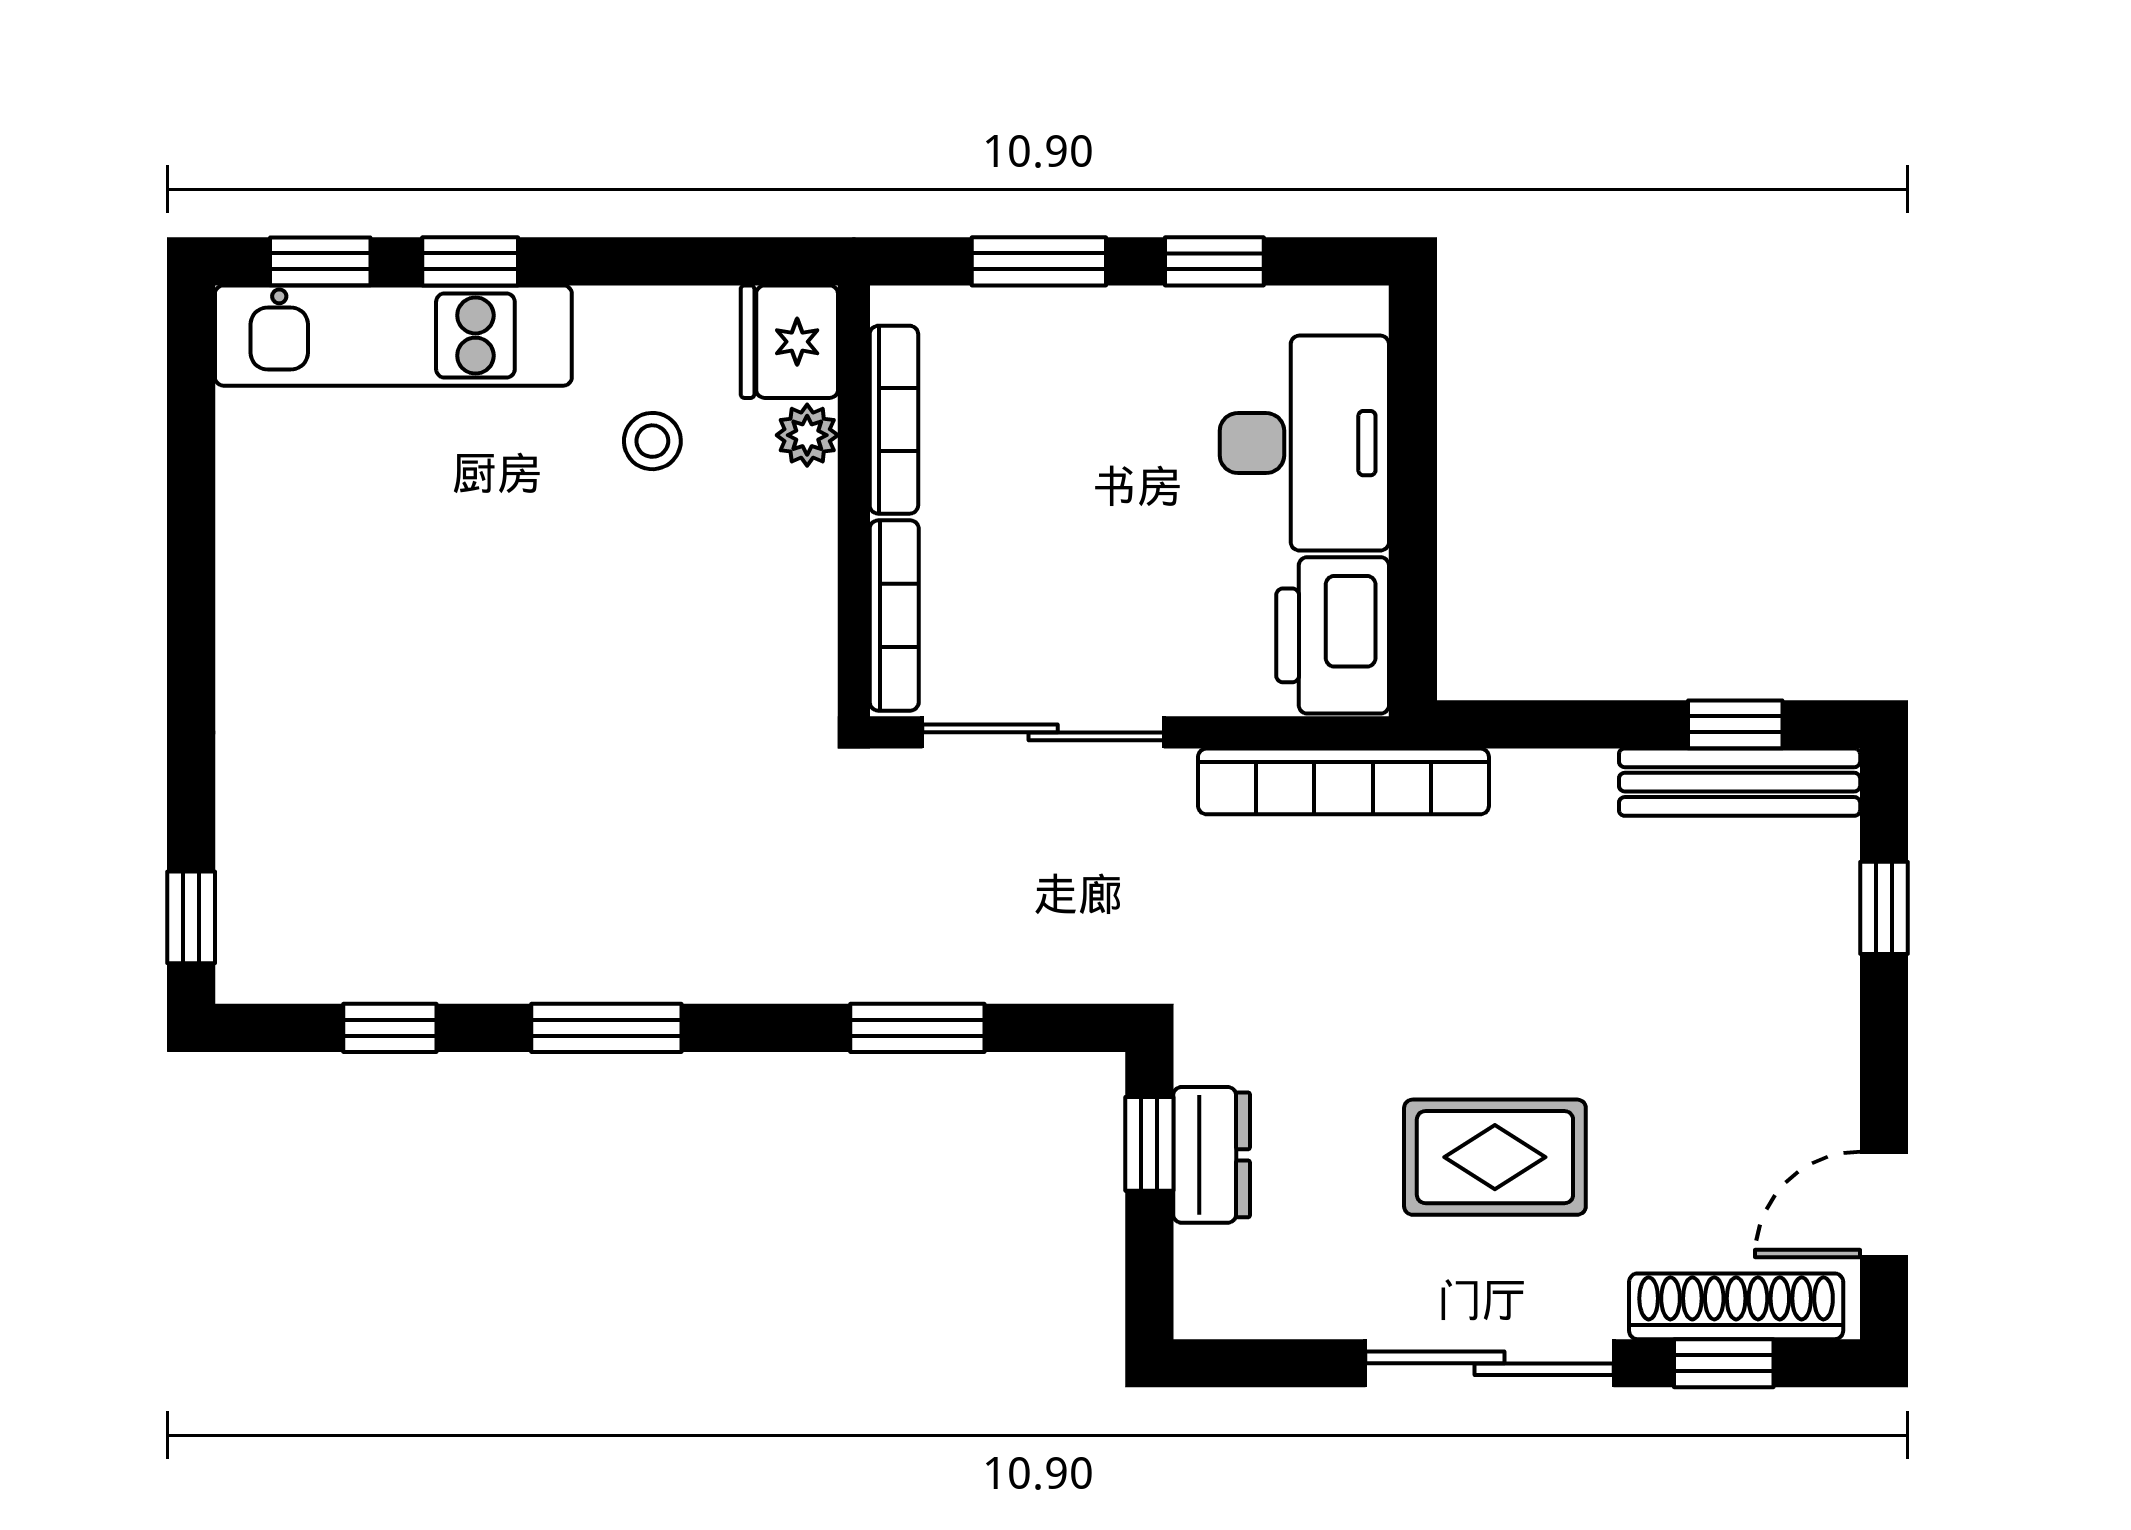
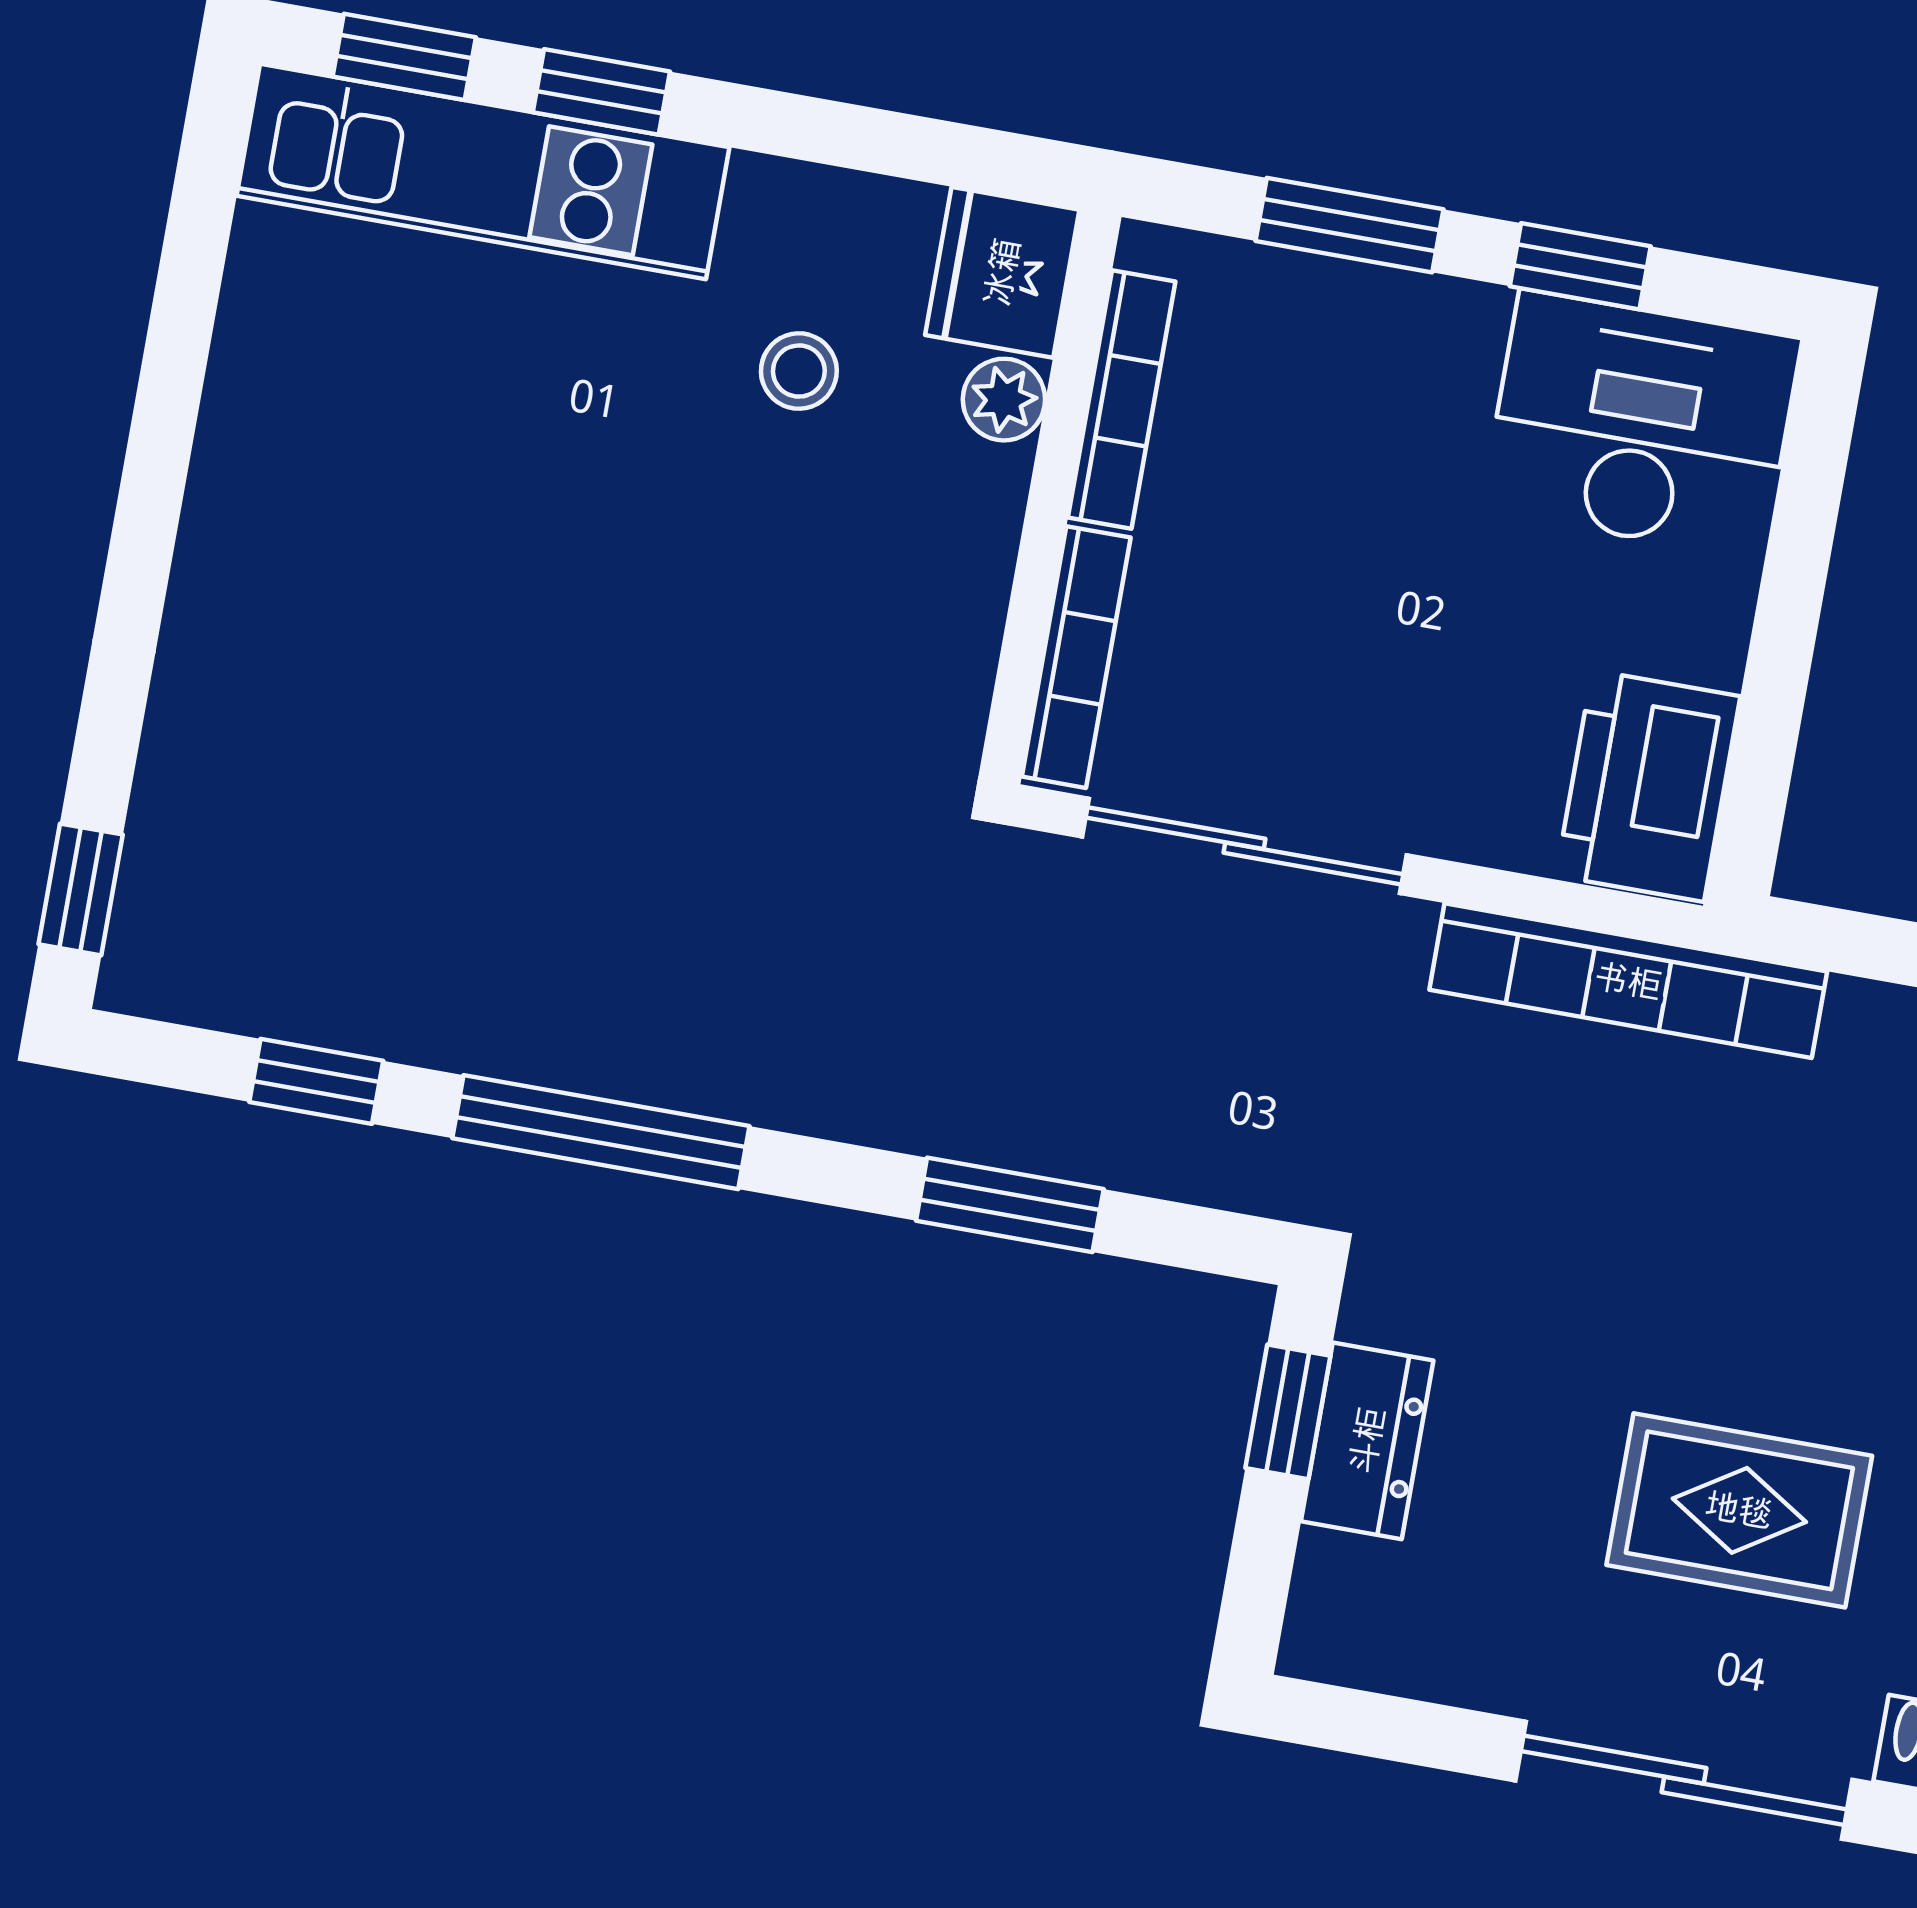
desk: (1304, 443) -> (1641, 424), moved, turned -90
window: (606, 1028) -> (601, 1132), width x1.44

